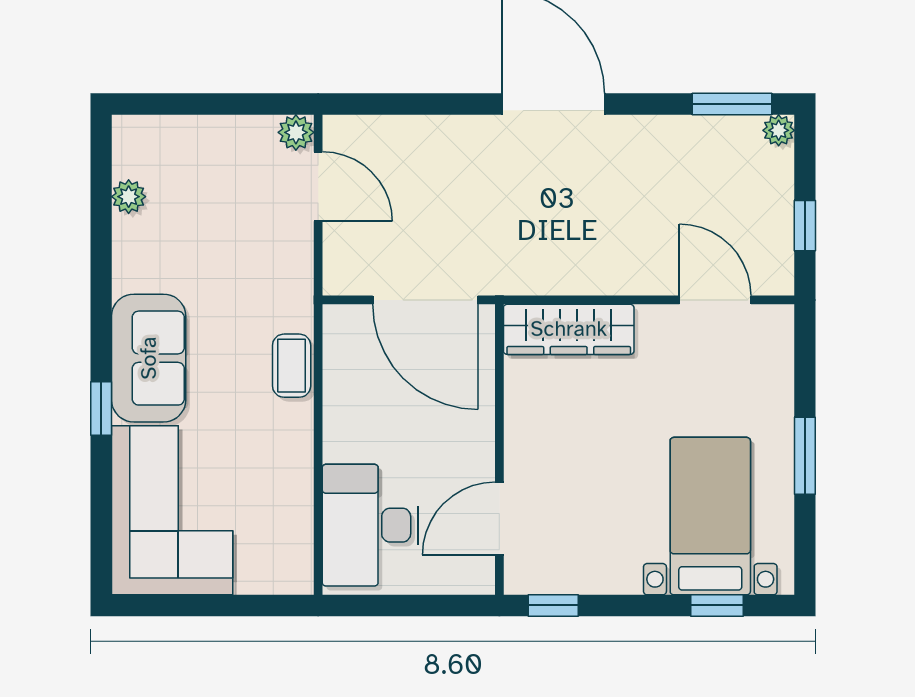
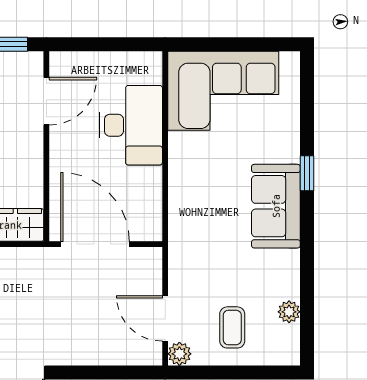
coffee table: (292, 366) -> (232, 327), moved
corner sofa: (172, 510) -> (223, 91), moved, turned -90
desk: (370, 525) -> (131, 125), moved

